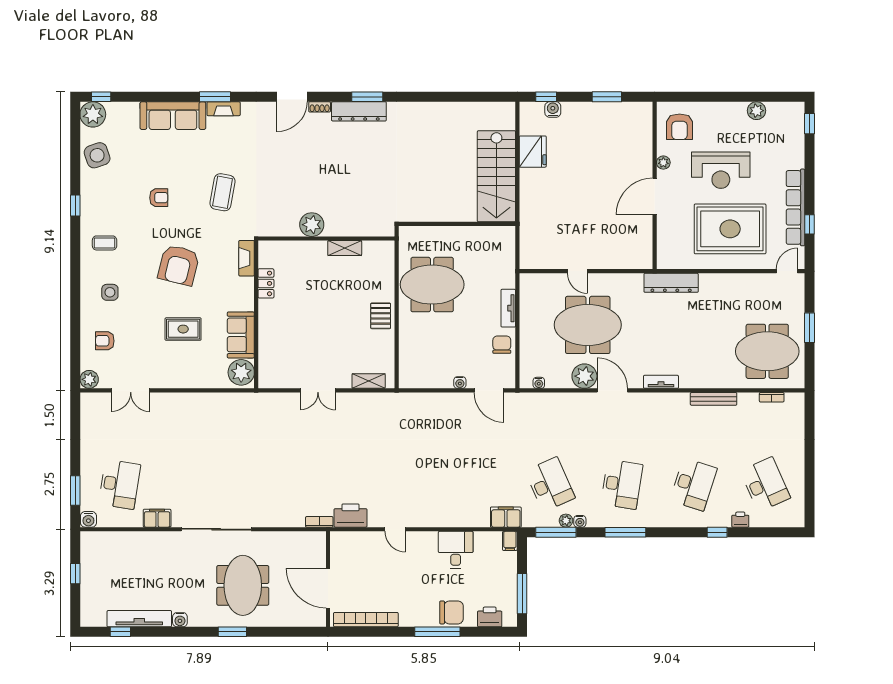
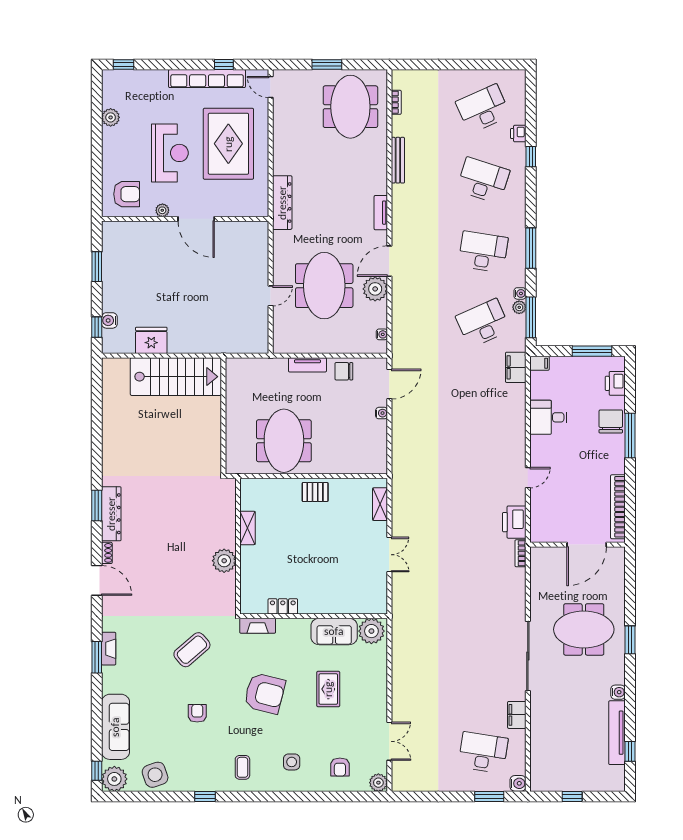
sofa: (173, 116) -> (115, 727), moved
coffee table: (223, 192) -> (192, 650), turned -51

